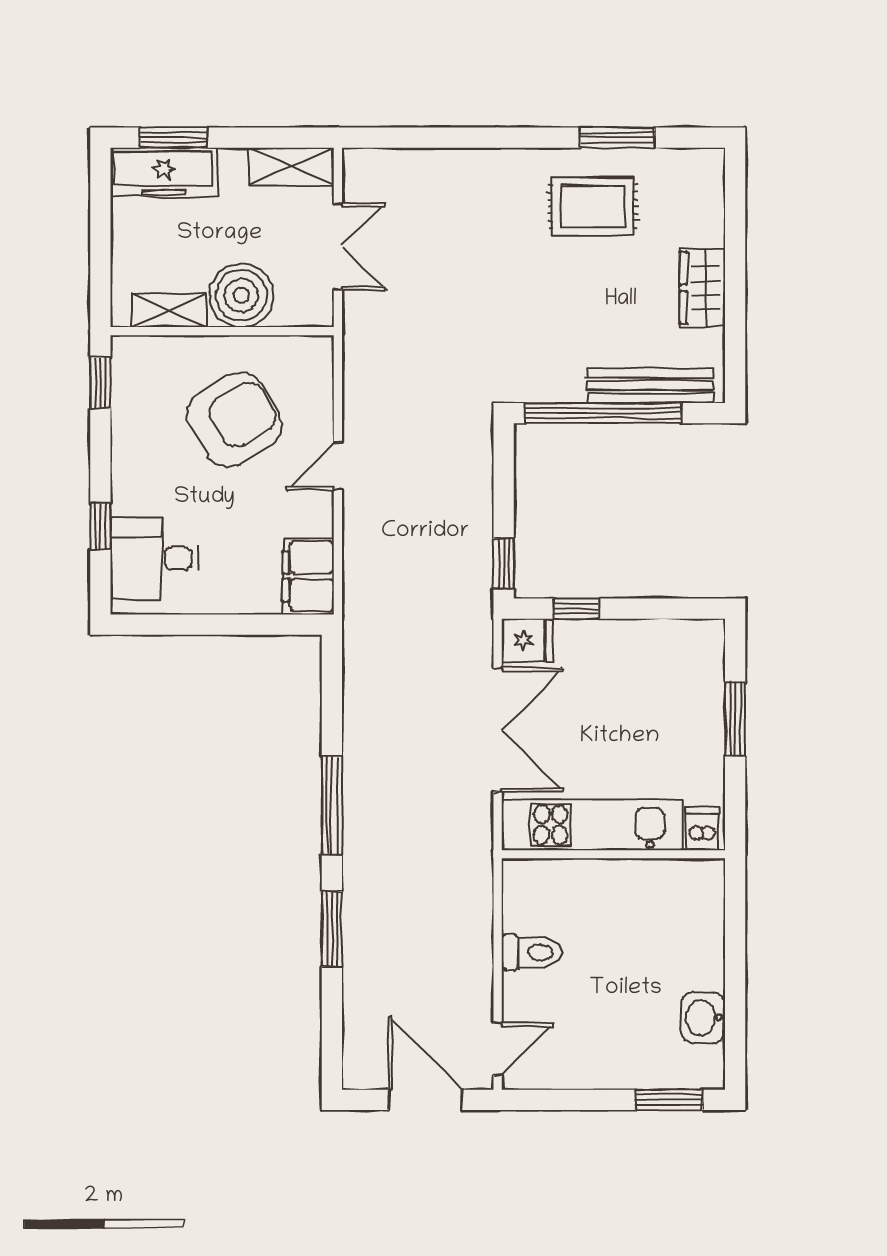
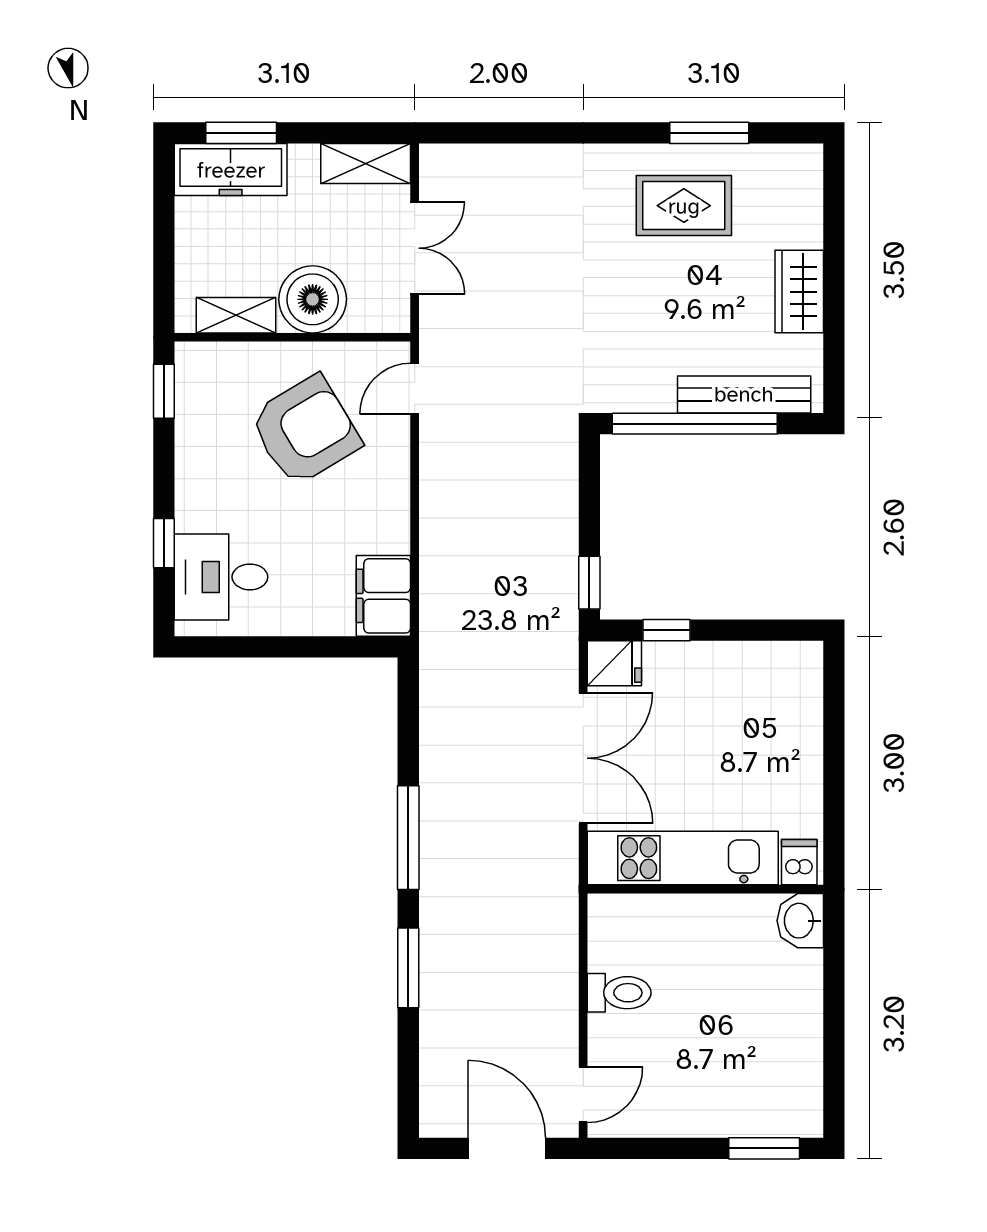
door: (338, 466) -> (415, 389), moved
window: (735, 719) -> (834, 746), removed
washbasin: (703, 1018) -> (800, 921), moved

